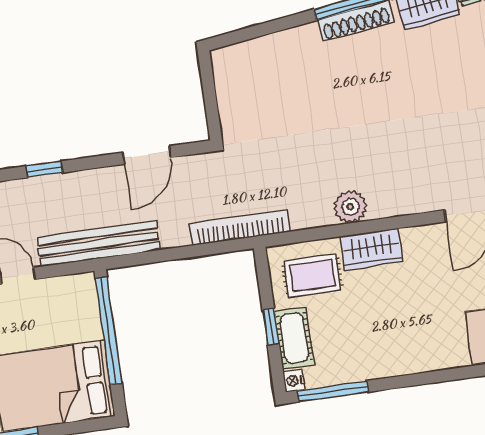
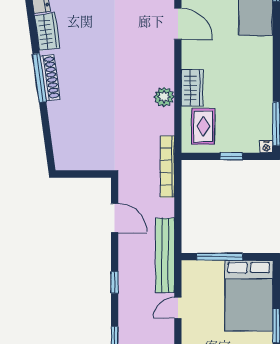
window: (109, 331) -> (220, 257), width x0.68
cot: (294, 338) -> (240, 143), removed

